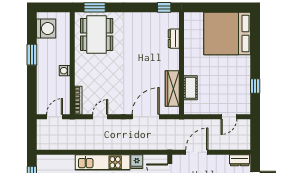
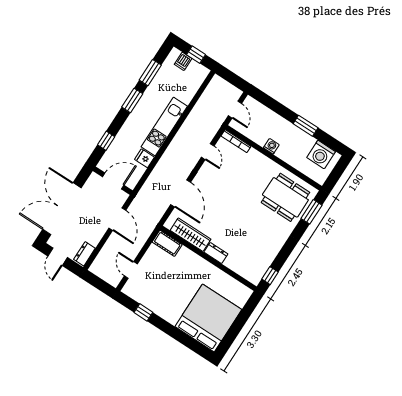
dresser: (174, 39) -> (216, 253), moved
cot: (191, 88) -> (167, 243), moved

